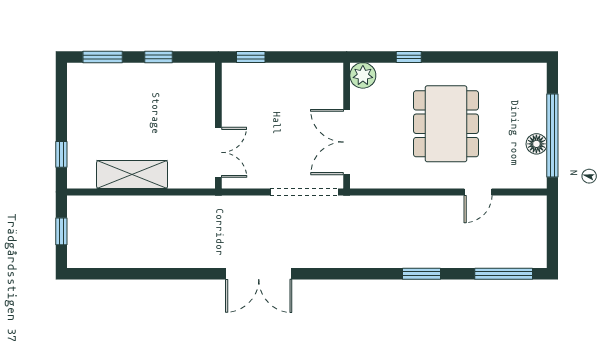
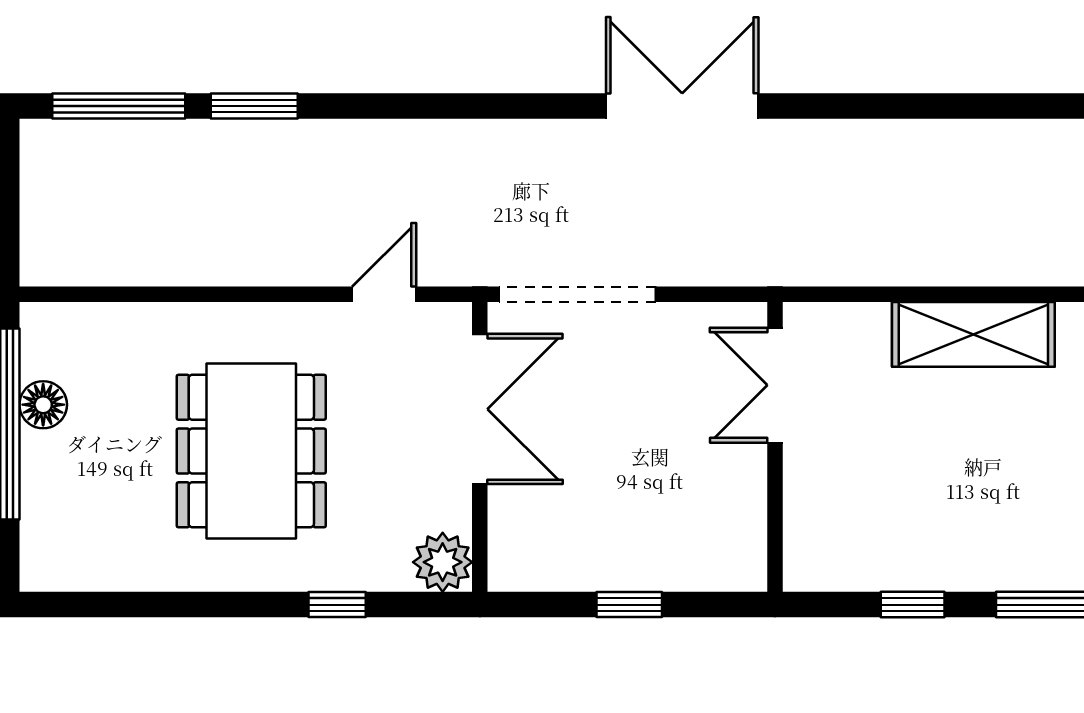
window: (251, 57) -> (629, 605), moved
door: (478, 192) -> (384, 294), moved
window: (421, 274) -> (254, 106), moved

